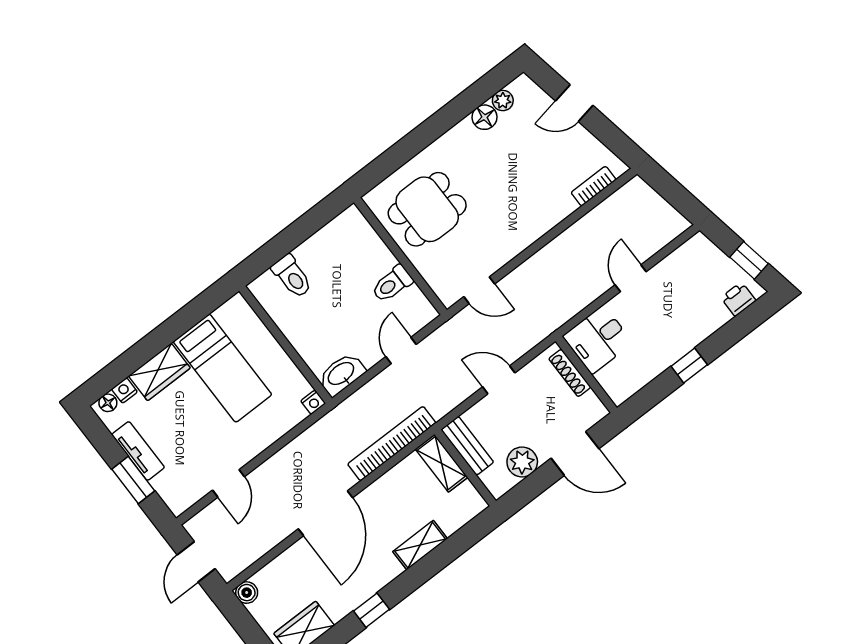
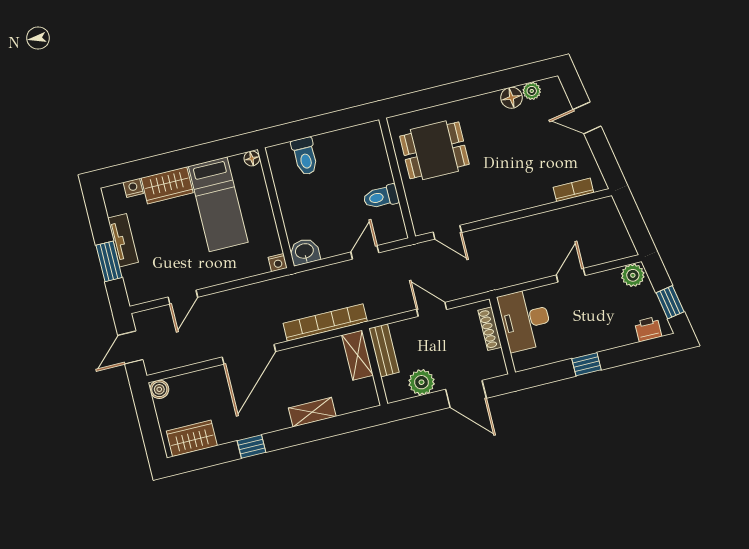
plant: (697, 249) -> (633, 275), added
desk: (598, 340) -> (525, 320), width x1.37
washbasin: (341, 374) -> (305, 252), width x0.72
floor lamp: (108, 403) -> (252, 158), moved

